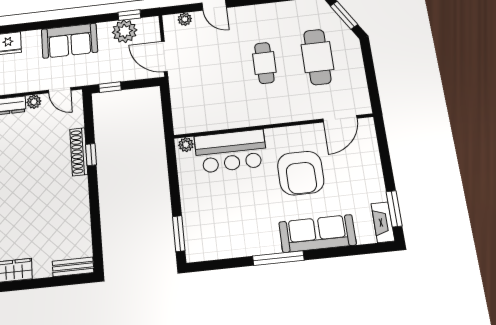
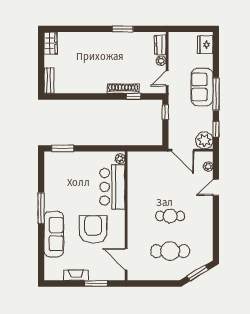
window: (79, 21) -> (216, 94), added
plant: (125, 31) -> (204, 140), moved
door: (164, 56) -> (183, 150), swing flipped
window: (91, 155) -> (134, 97), moved
armchair: (301, 173) -> (93, 229), turned 90
window: (394, 209) -> (96, 283), moved
fireplace: (383, 222) -> (76, 275), moved

